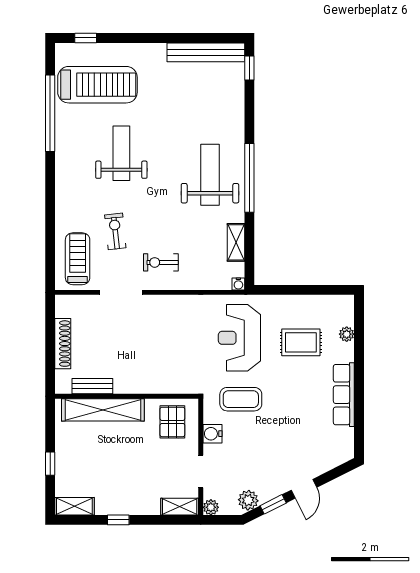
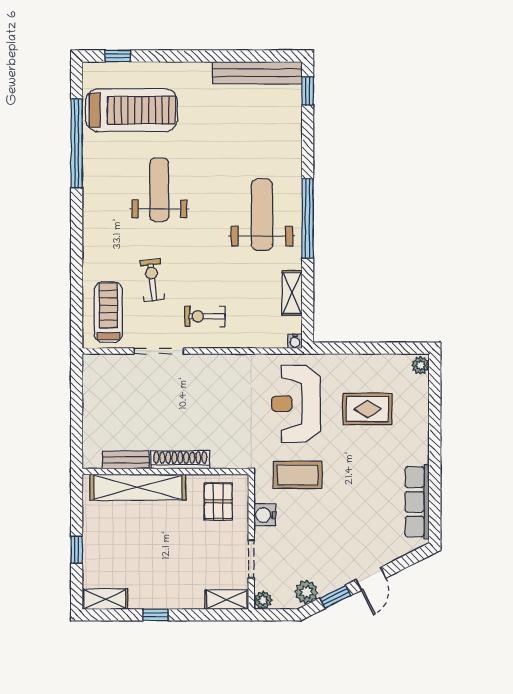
plant: (347, 334) -> (420, 365), moved
shoe rack: (63, 344) -> (180, 460), moved, turned -90
row of seats: (344, 395) -> (417, 502), moved

